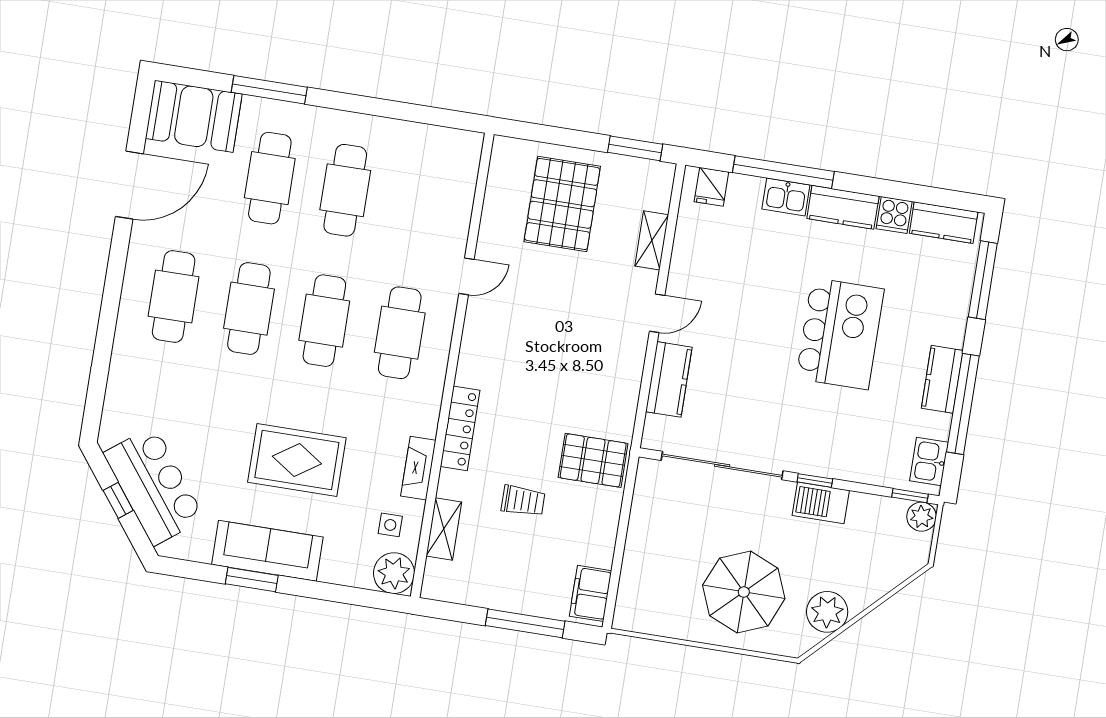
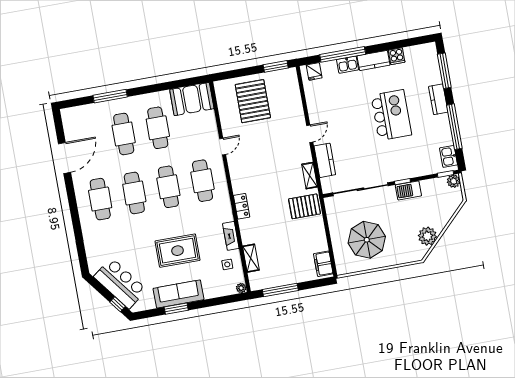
booth: (194, 116) -> (192, 99), moved
kitchen counter: (944, 223) -> (419, 52), removed
shelving: (652, 240) -> (310, 176), moved
kitchen counter: (942, 379) -> (438, 99), moved
locker: (460, 428) -> (242, 206), width x0.66
window: (118, 500) -> (118, 304), moved
trolley: (523, 501) -> (281, 234), removed
plant: (394, 573) -> (241, 288), width x0.53, depth x0.53
parasol: (744, 592) -> (367, 240), moved
window: (525, 623) -> (280, 290), moved

